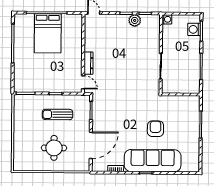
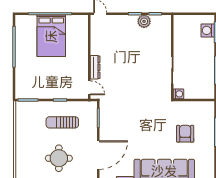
washing machine: (167, 19) -> (178, 94), moved
armchair: (155, 129) -> (185, 134), moved

